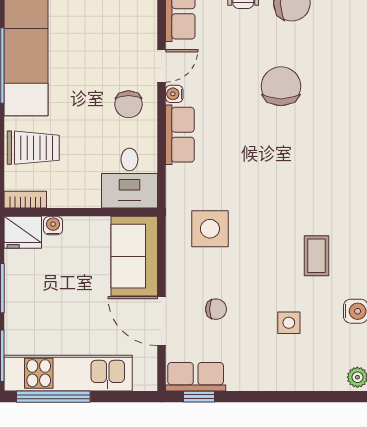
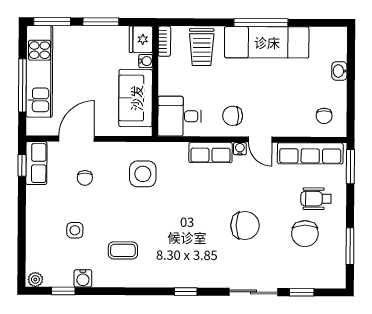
sofa: (134, 256) -> (136, 98), moved, turned -90
window: (53, 397) -> (22, 85), moved

